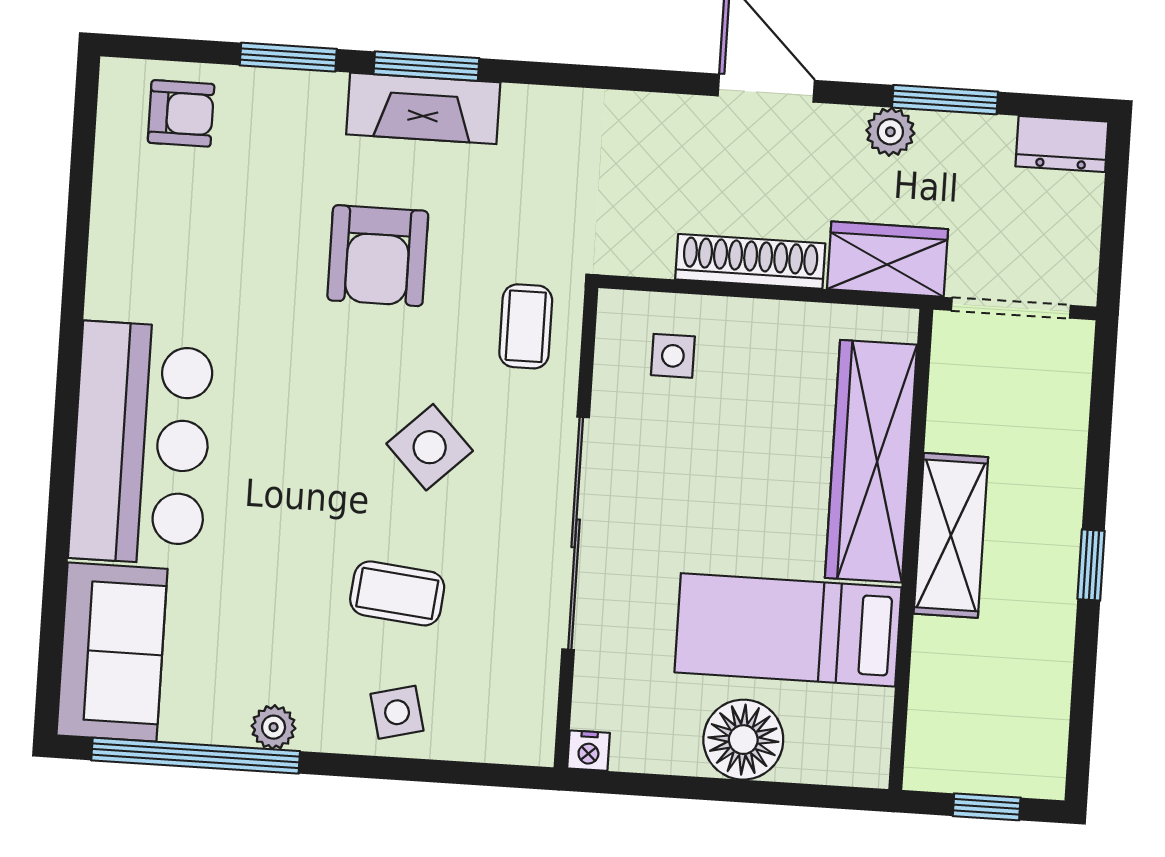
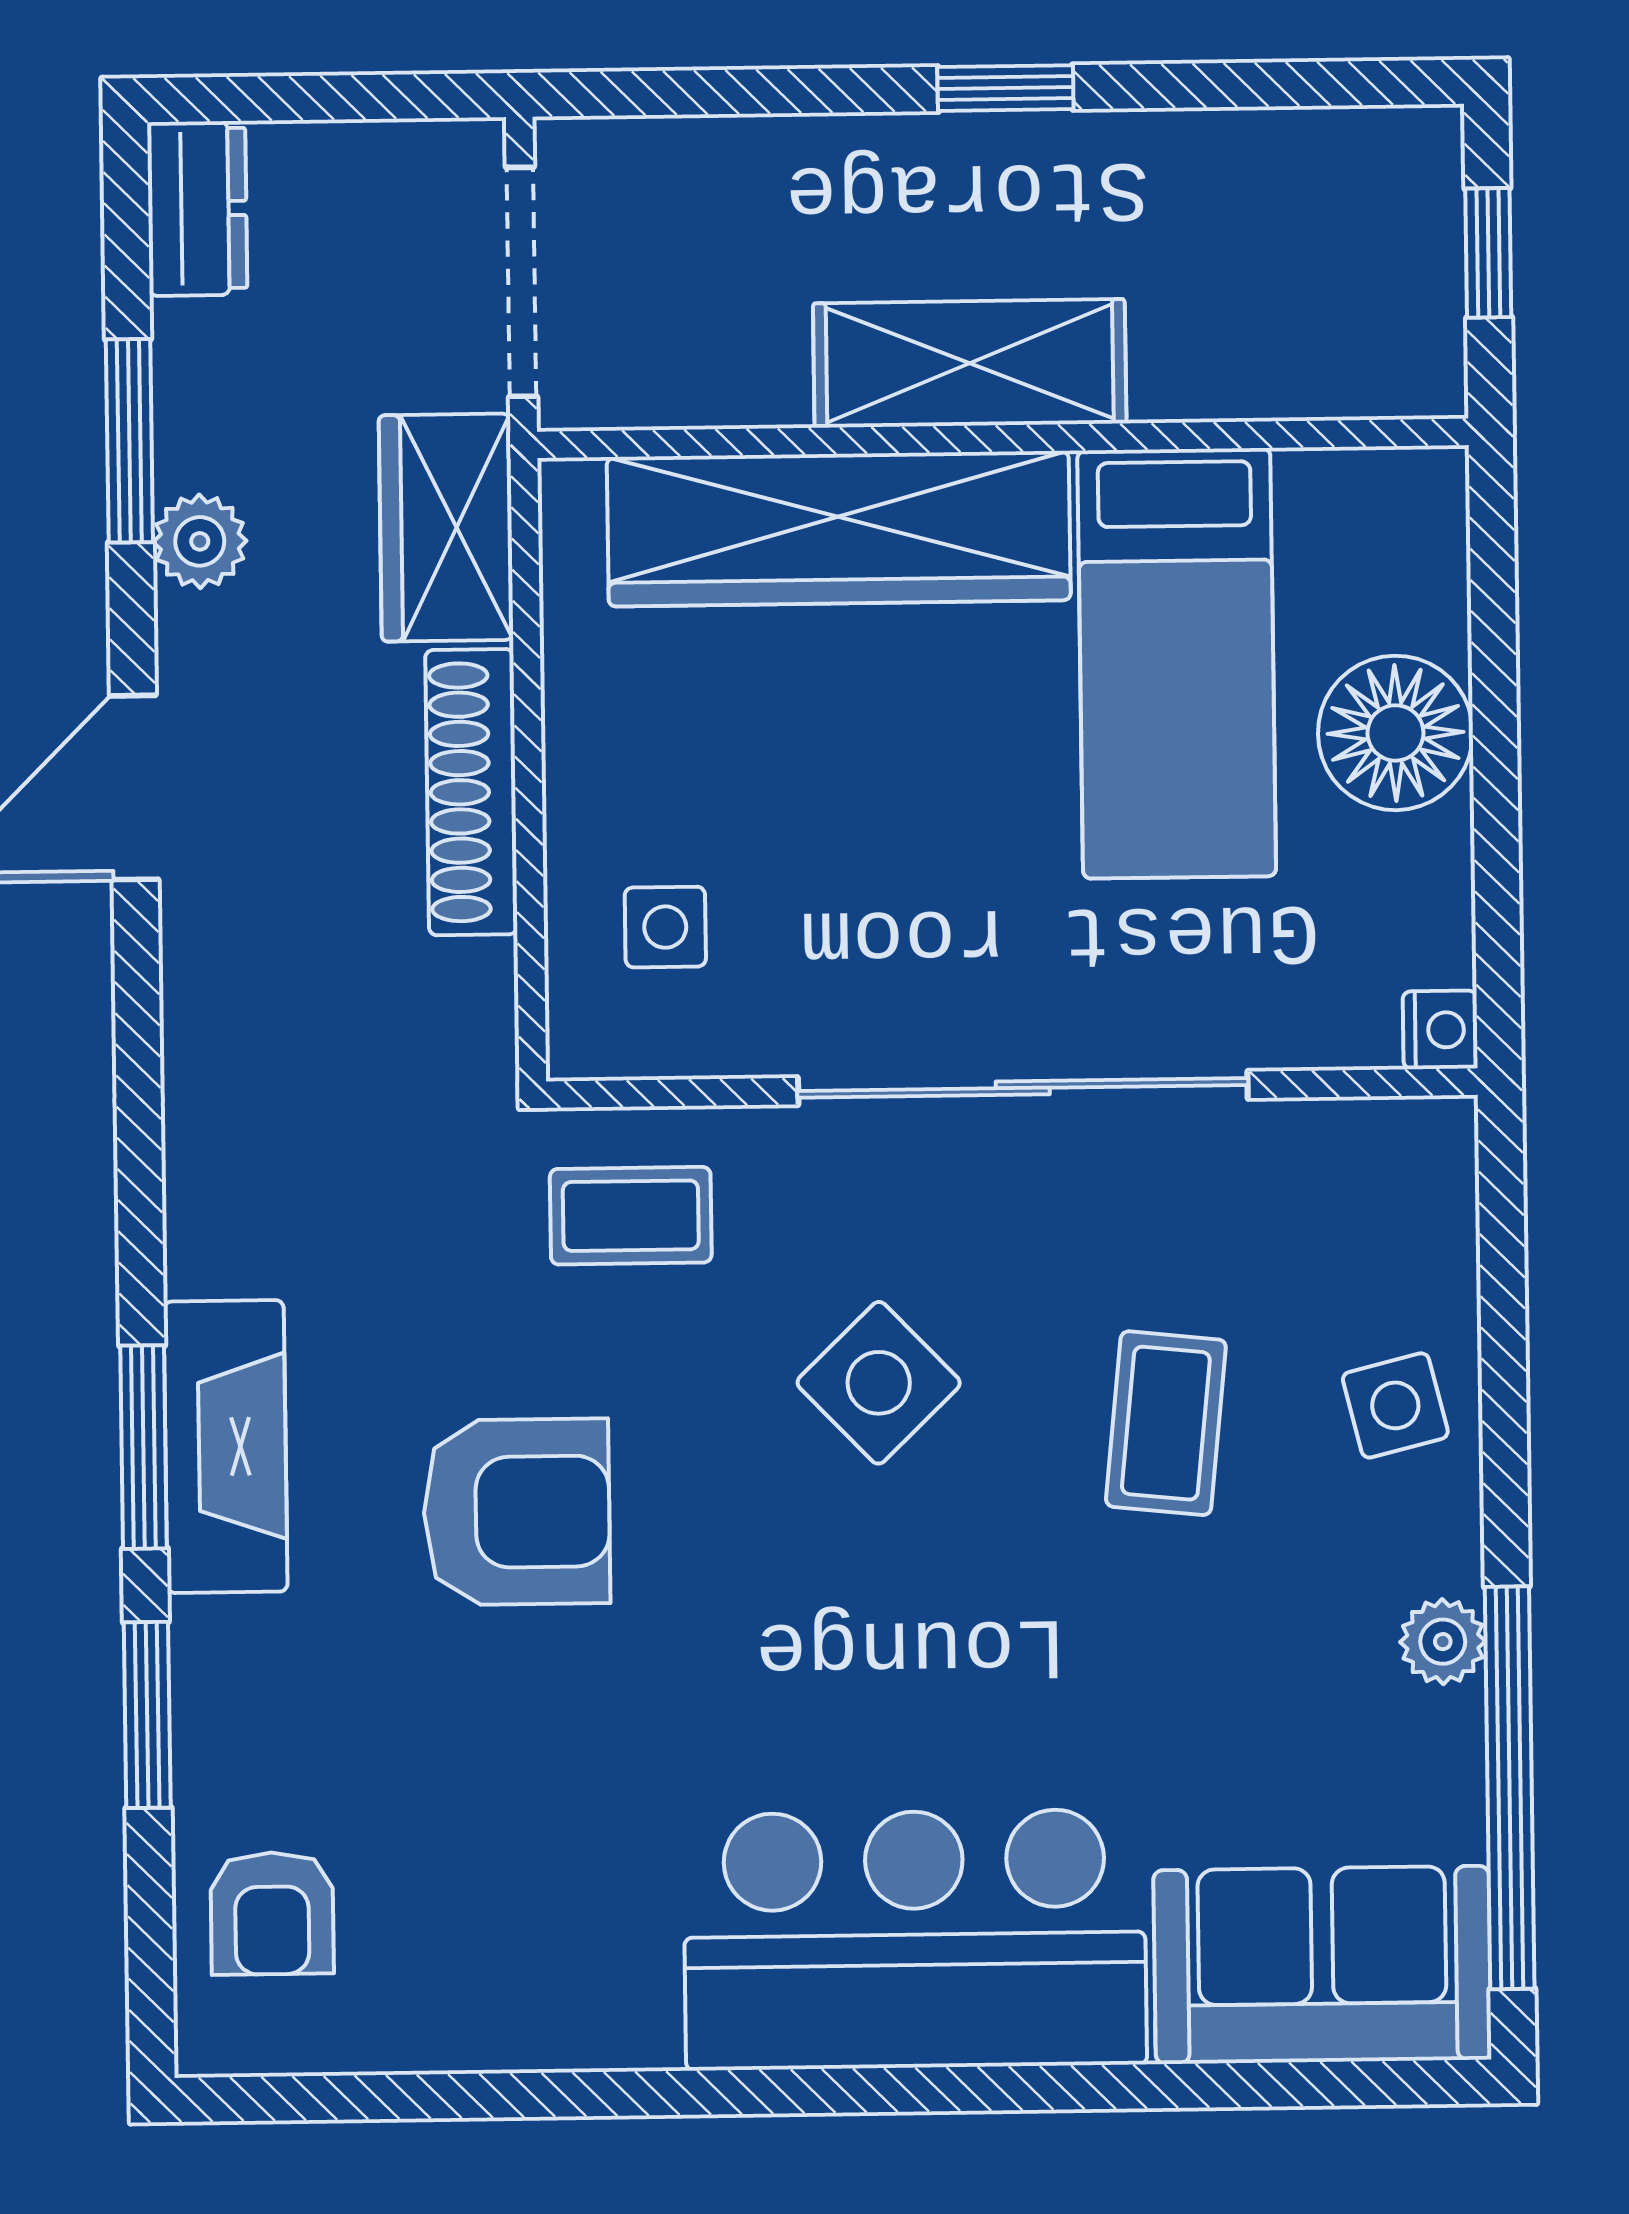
armchair: (181, 113) -> (272, 1913), turned 180

